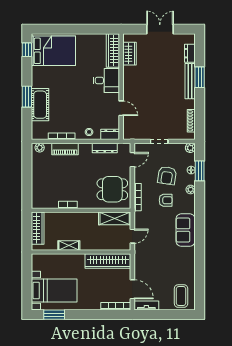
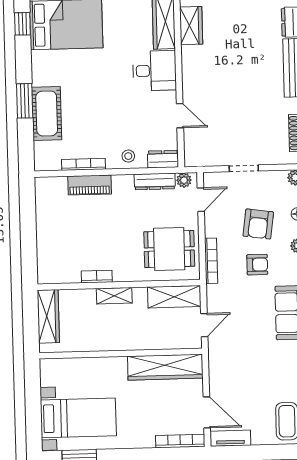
plant: (40, 148) -> (184, 180), moved
shelving: (69, 245) -> (114, 296), moved

